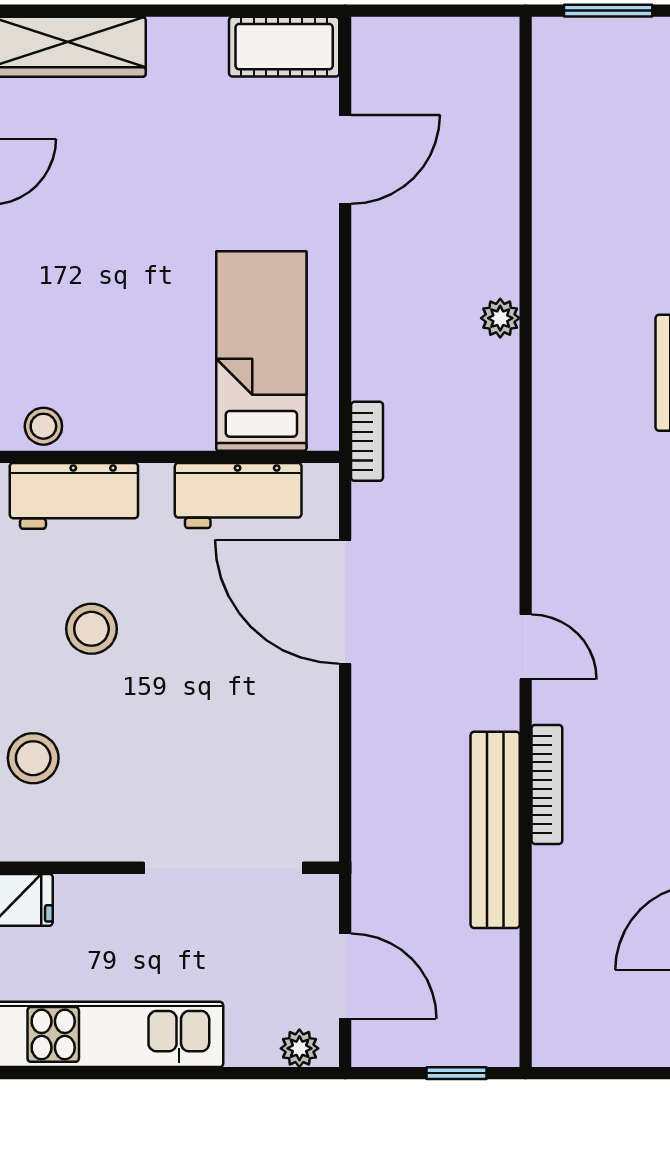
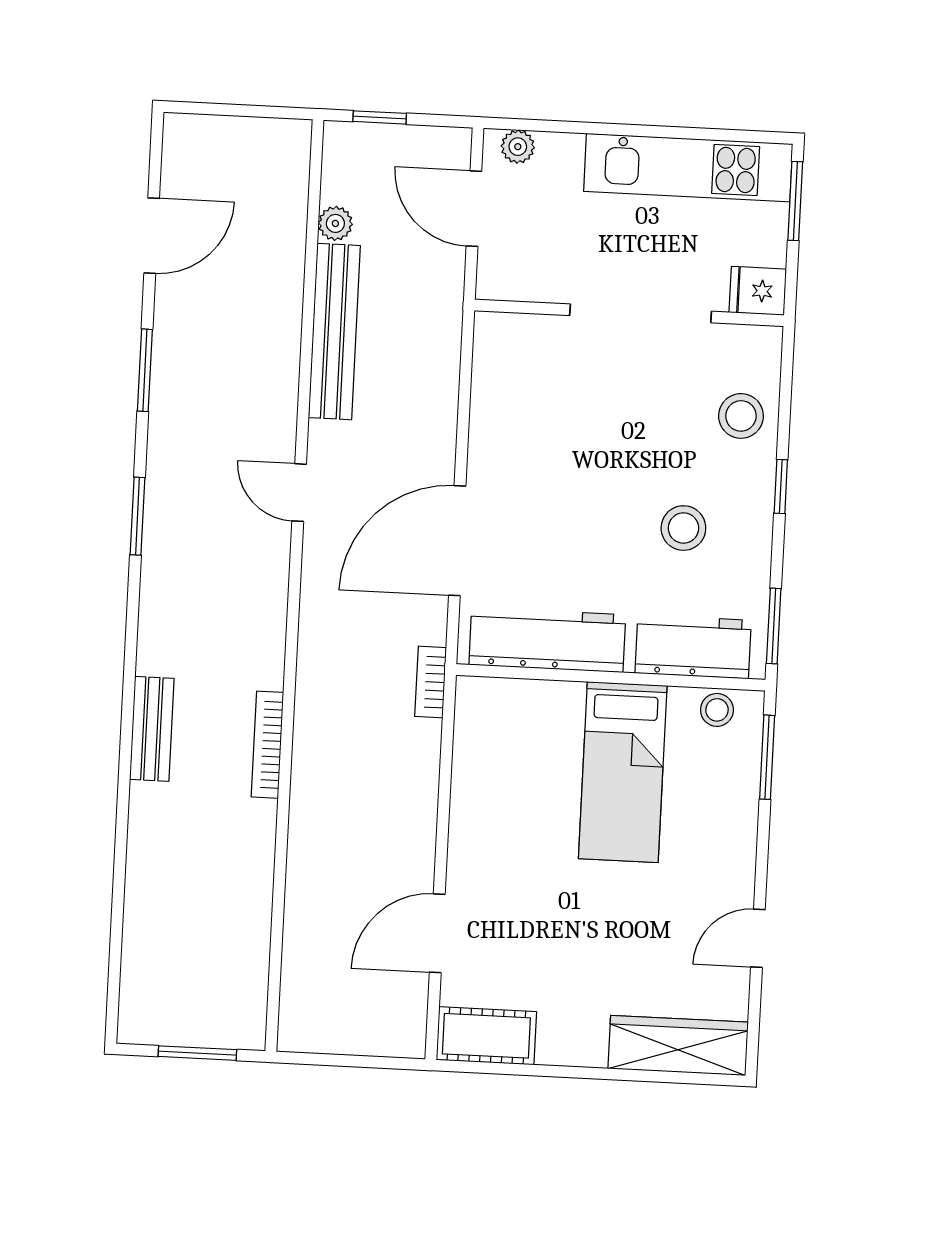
plant: (500, 318) -> (335, 223), moved
bed: (261, 351) -> (623, 772), moved
workbench: (238, 495) -> (547, 640), width x1.38
door: (345, 602) -> (457, 541), swing flipped
bookcase: (547, 784) -> (267, 745), moved
doorway: (223, 868) -> (641, 313), moved

